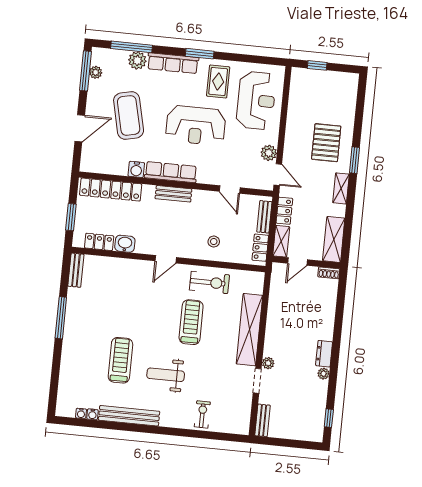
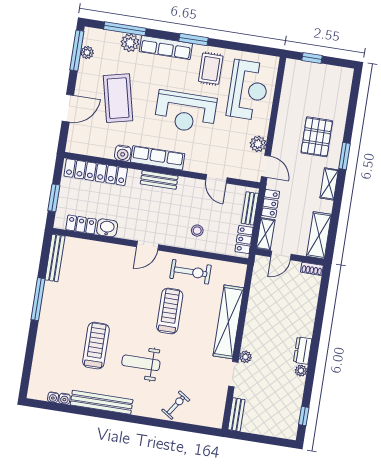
bench: (76, 270) -> (55, 258), width x1.36
exercise bike: (202, 414) -> (176, 405), turned 34

